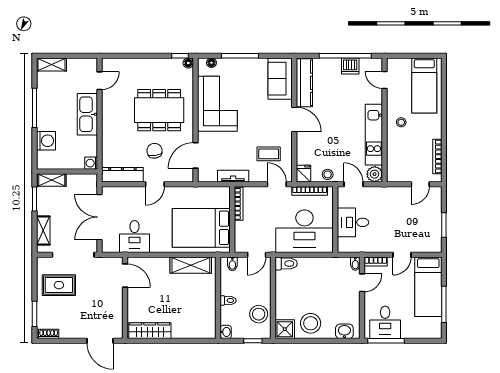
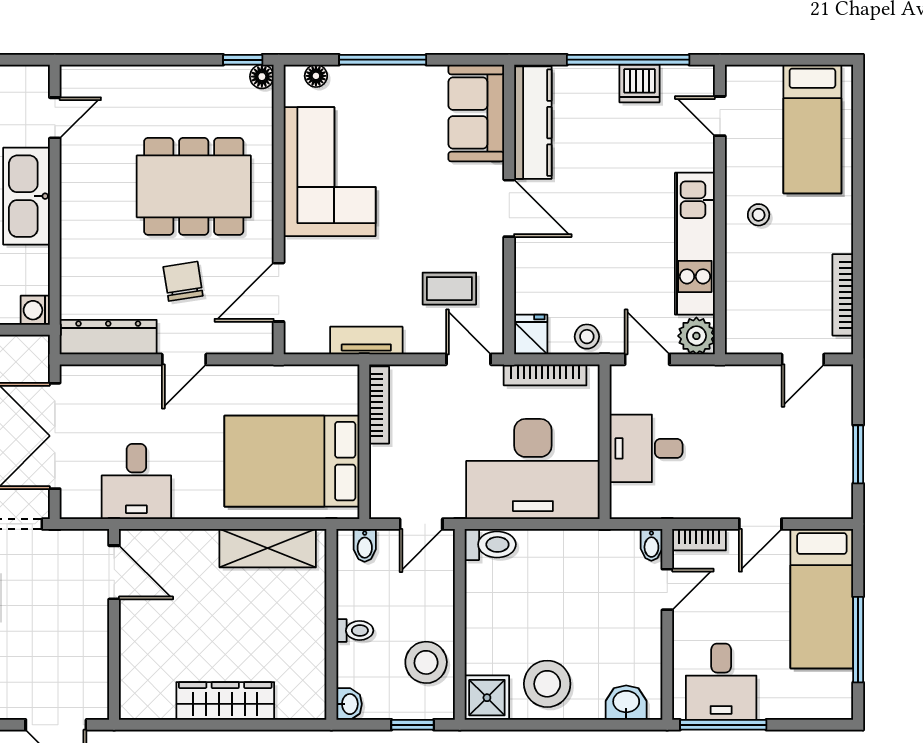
wardrobe: (150, 331) -> (225, 701), moved

